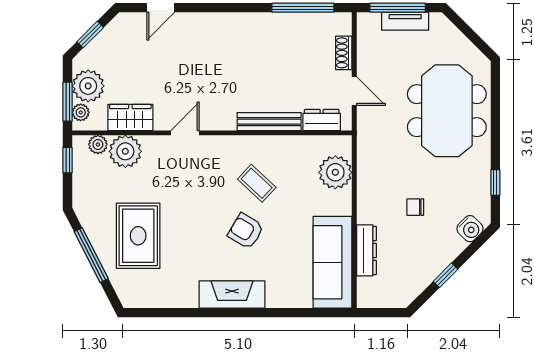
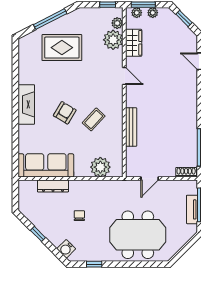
shoe rack: (344, 53) -> (186, 172), moved
plant: (88, 86) -> (153, 13), width x0.53, depth x0.53
dresser: (322, 120) -> (132, 159), removed

